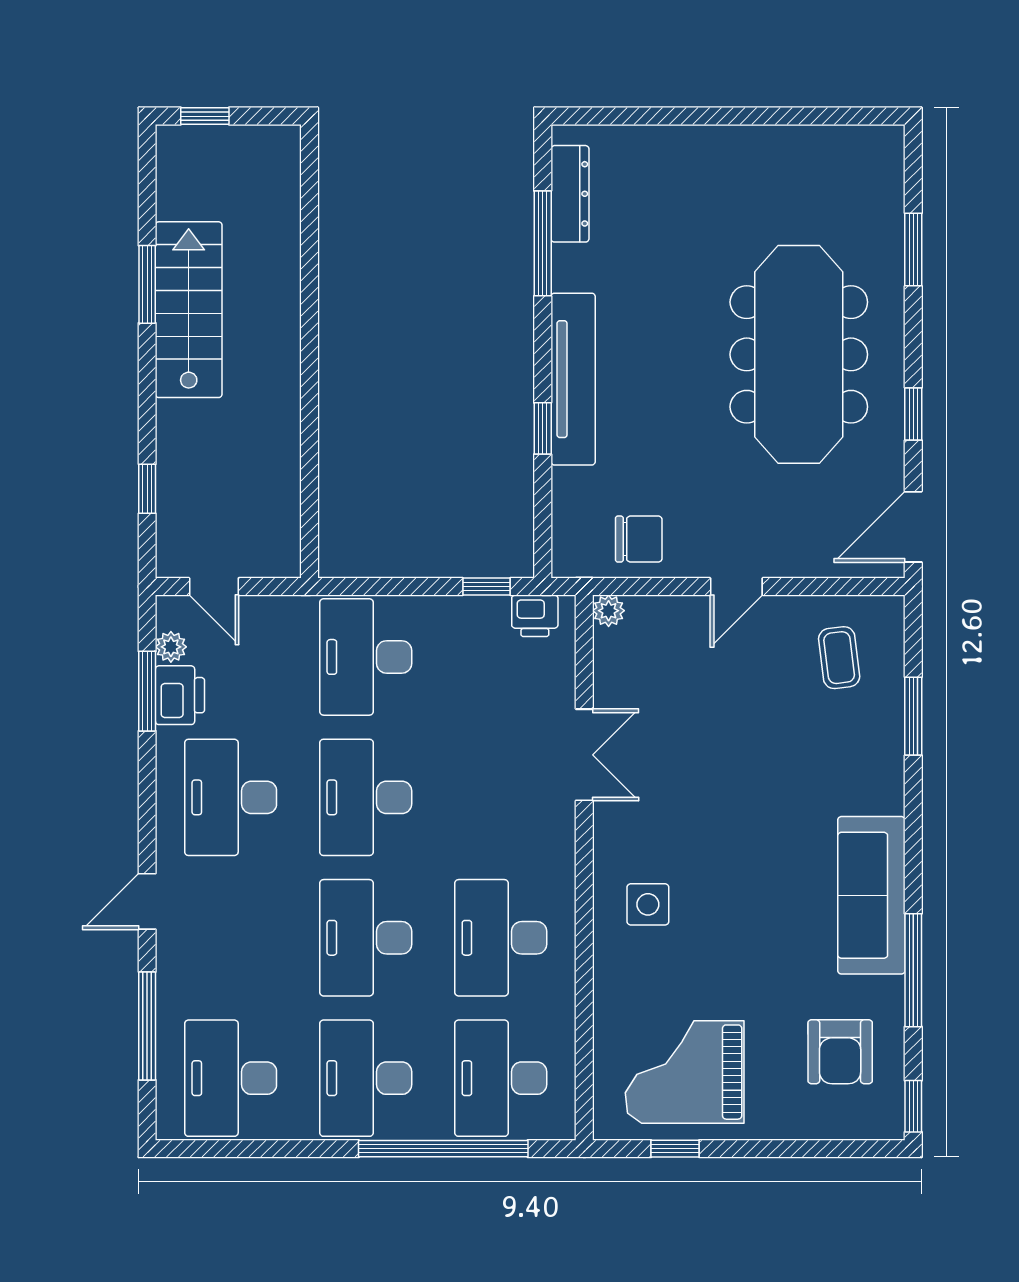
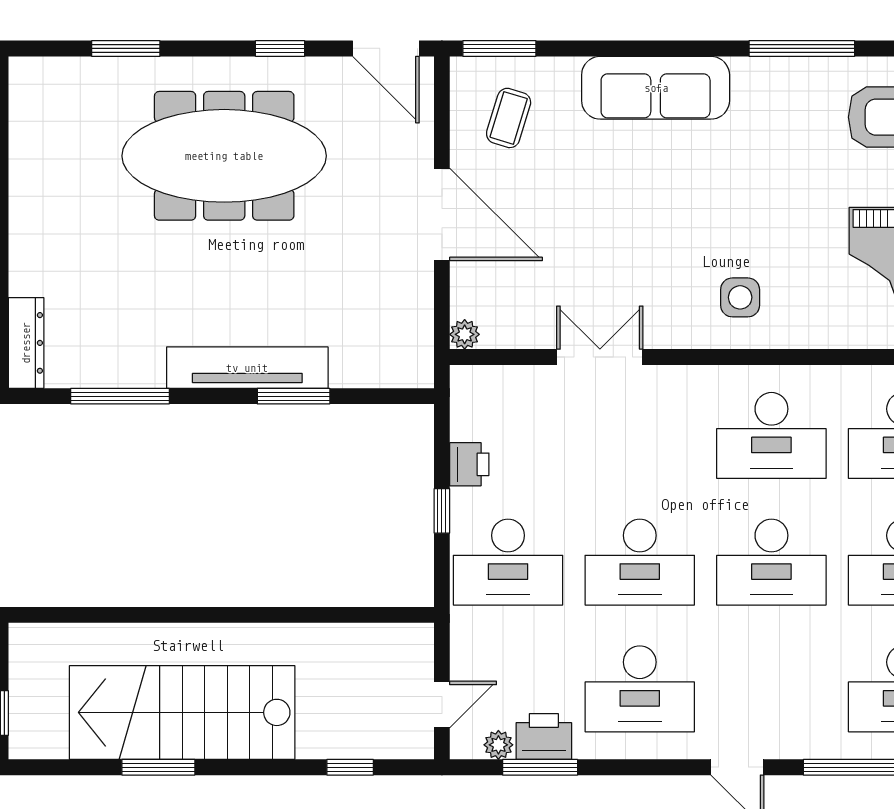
dresser: (570, 194) -> (26, 343), moved, turned 90
stairs: (189, 310) -> (182, 712), width x1.36, depth x1.51
window: (543, 428) -> (294, 396), width x1.50
chair: (639, 539) -> (397, 306), removed
window: (486, 587) -> (442, 511), moved
door: (736, 587) -> (442, 214), width x1.87
printer: (535, 616) -> (469, 464), moved
coffee table: (839, 658) -> (509, 118), turned -66
window: (913, 716) -> (499, 48), moved
sofa: (871, 895) -> (656, 88), moved

